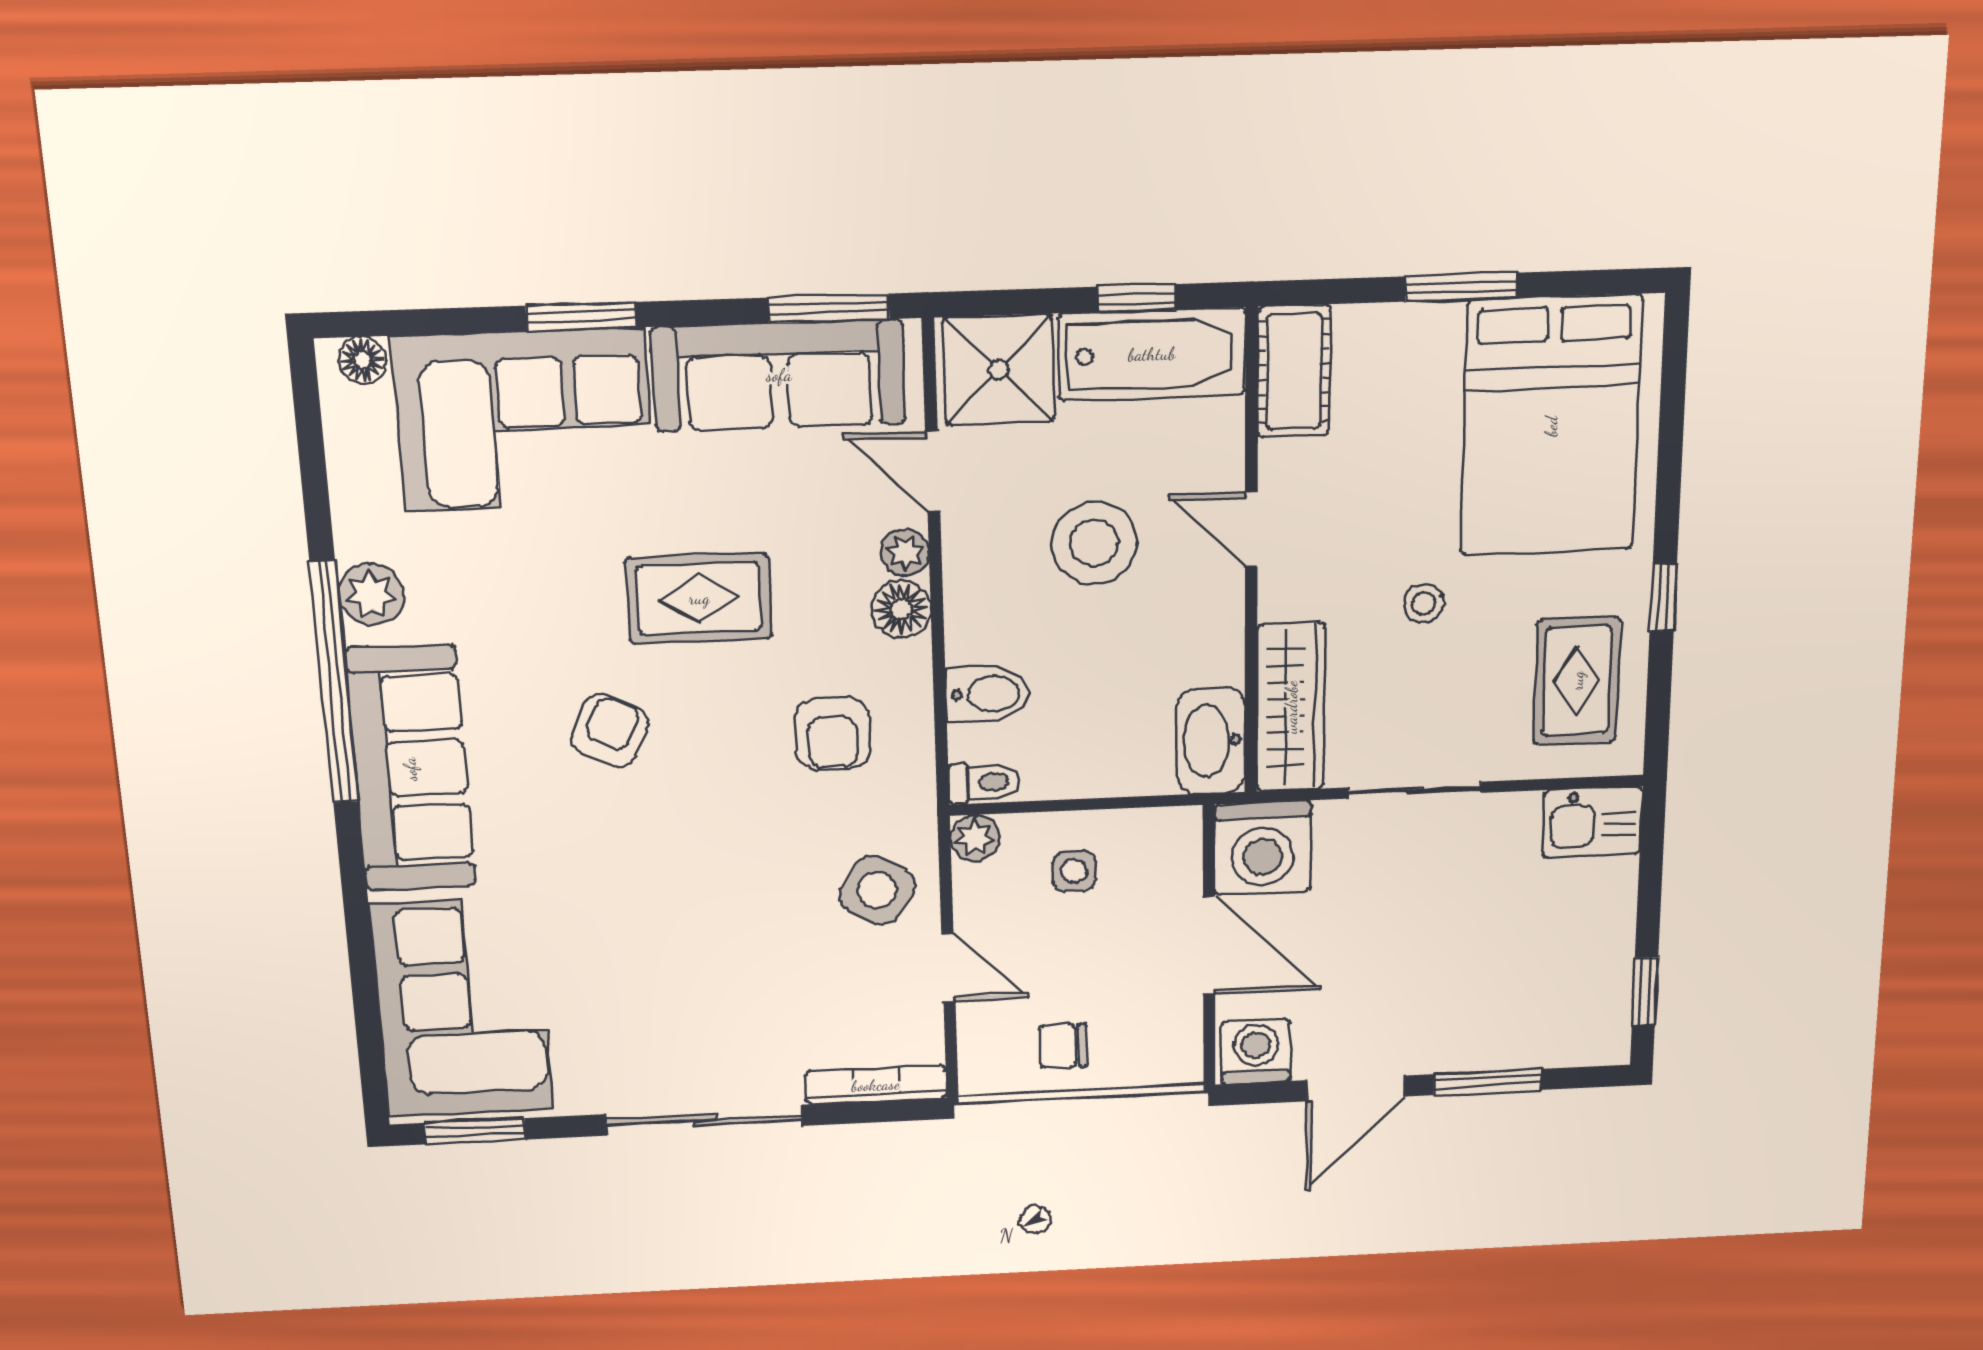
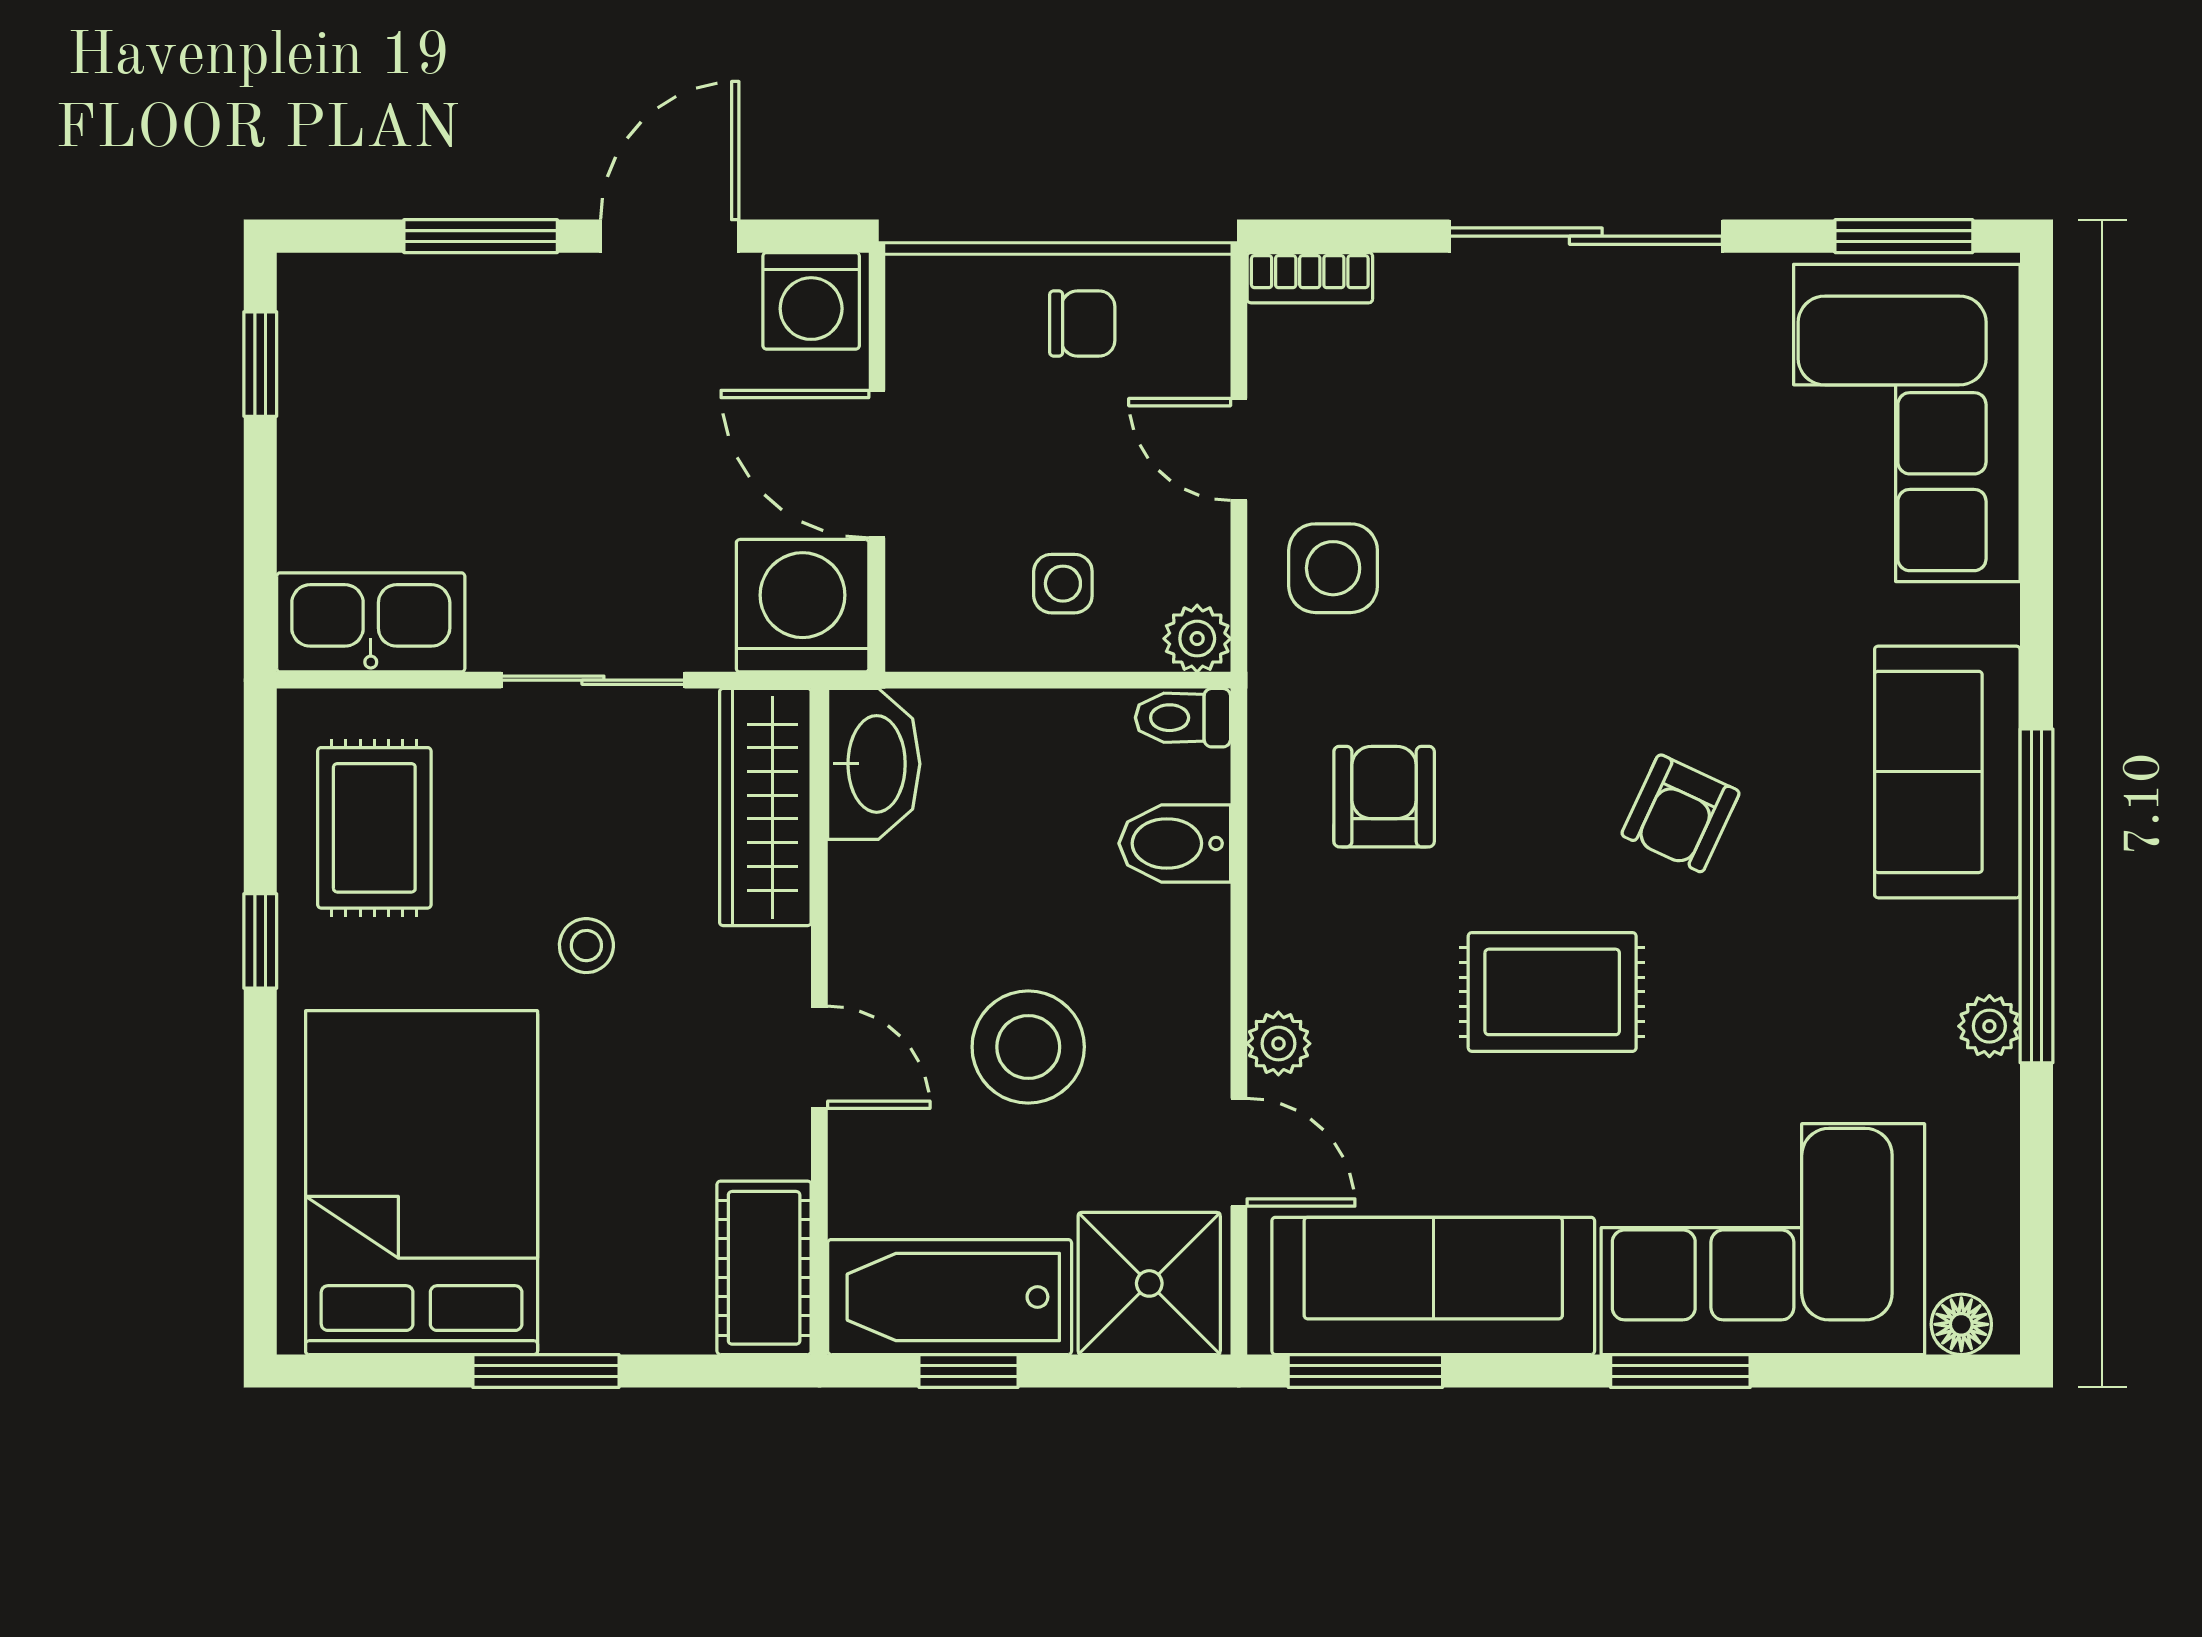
plant: (371, 594) -> (1989, 1026), width x0.73, depth x0.73
floor lamp: (901, 609) -> (1286, 966), removed
sofa: (410, 769) -> (1947, 772), width x0.73
kitchen sink: (1592, 822) -> (371, 622), width x1.38
side table: (877, 890) -> (1333, 568), turned -32
bookcase: (876, 1085) -> (1310, 278), width x0.64

